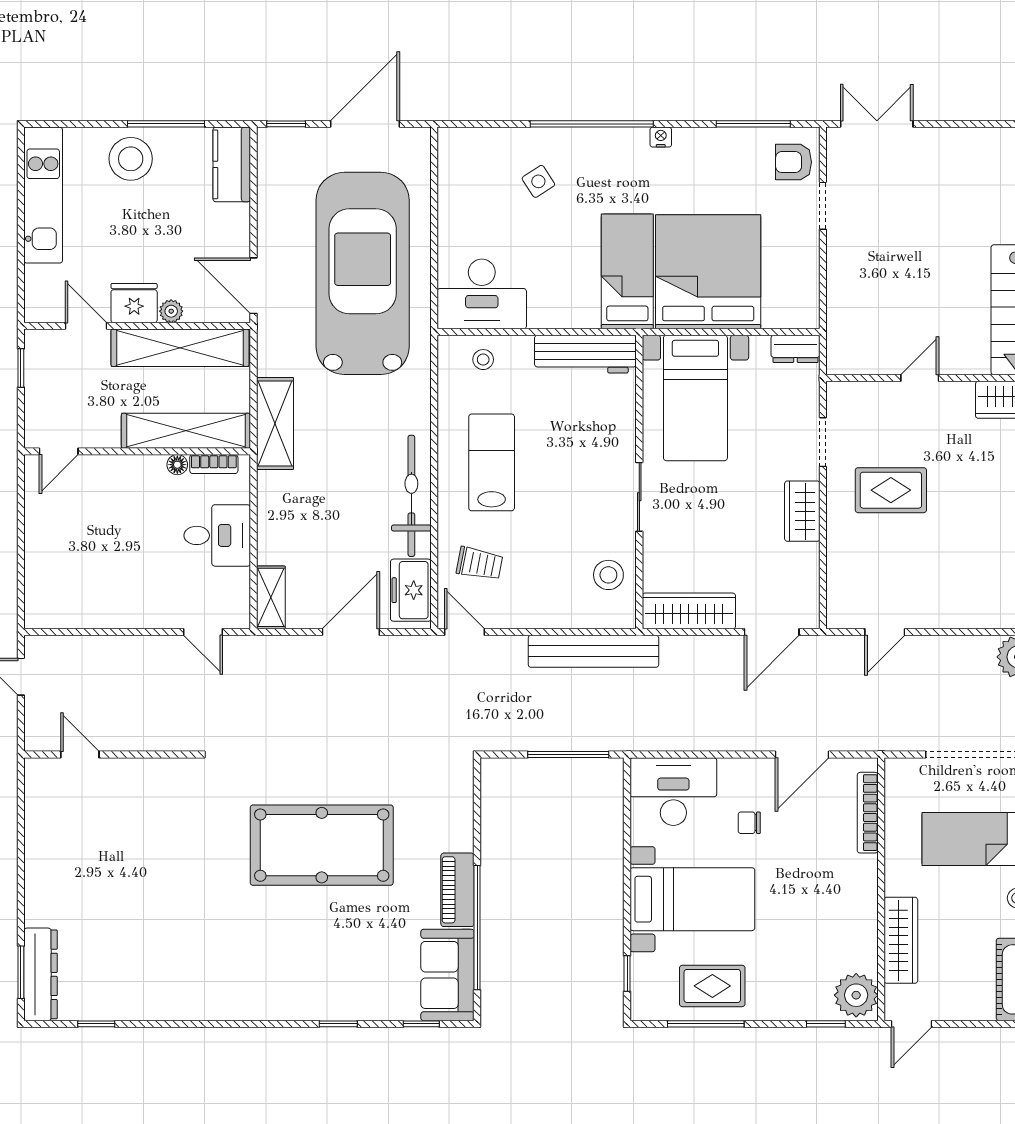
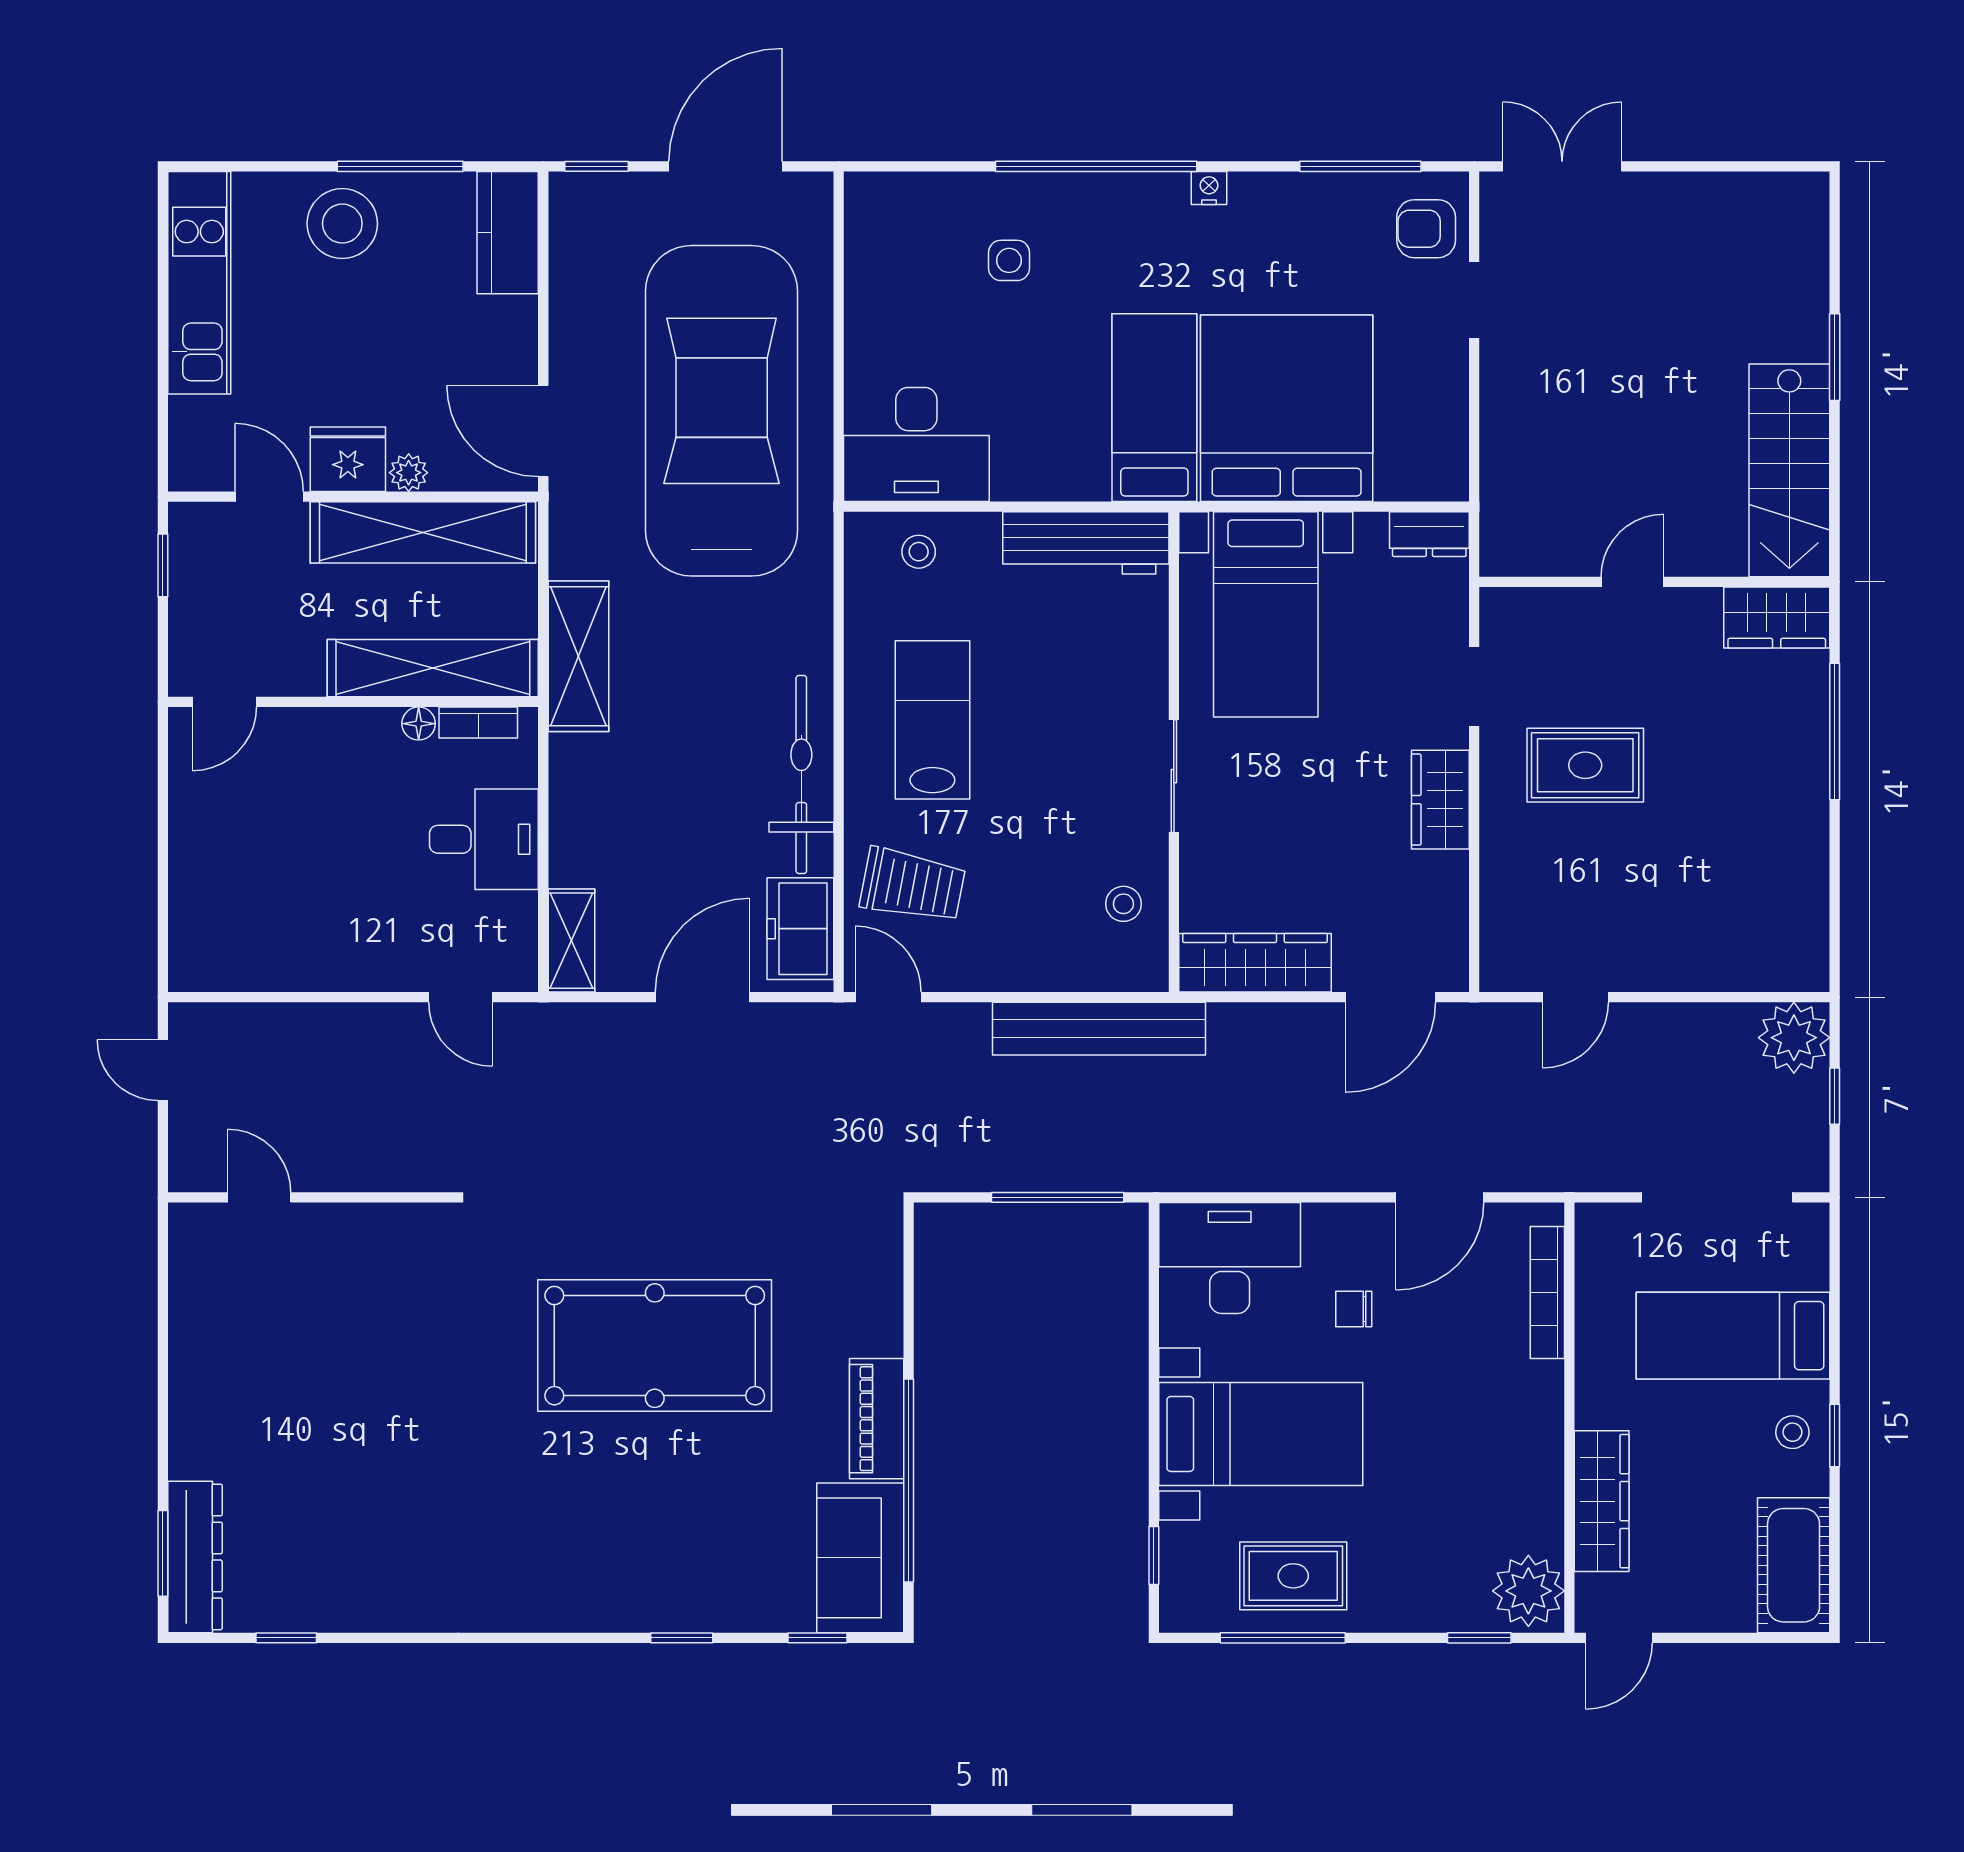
side table: (538, 181) -> (1009, 260), turned 33
trolley: (479, 564) -> (913, 885), width x1.36, depth x1.39
stool: (608, 575) -> (1123, 904), width x0.73, depth x0.73

